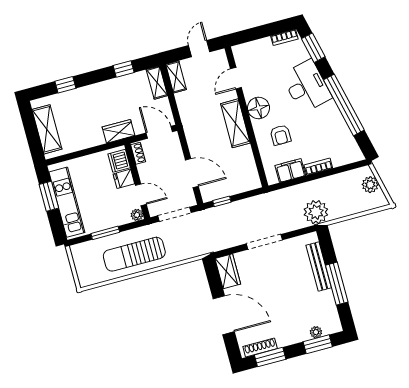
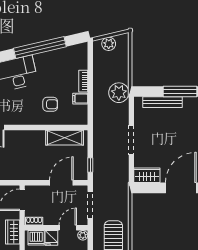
floor lamp: (259, 108) -> (24, 116), removed
shelving: (235, 123) -> (65, 138), moved
filing cabinet: (290, 170) -> (80, 99), width x0.50

